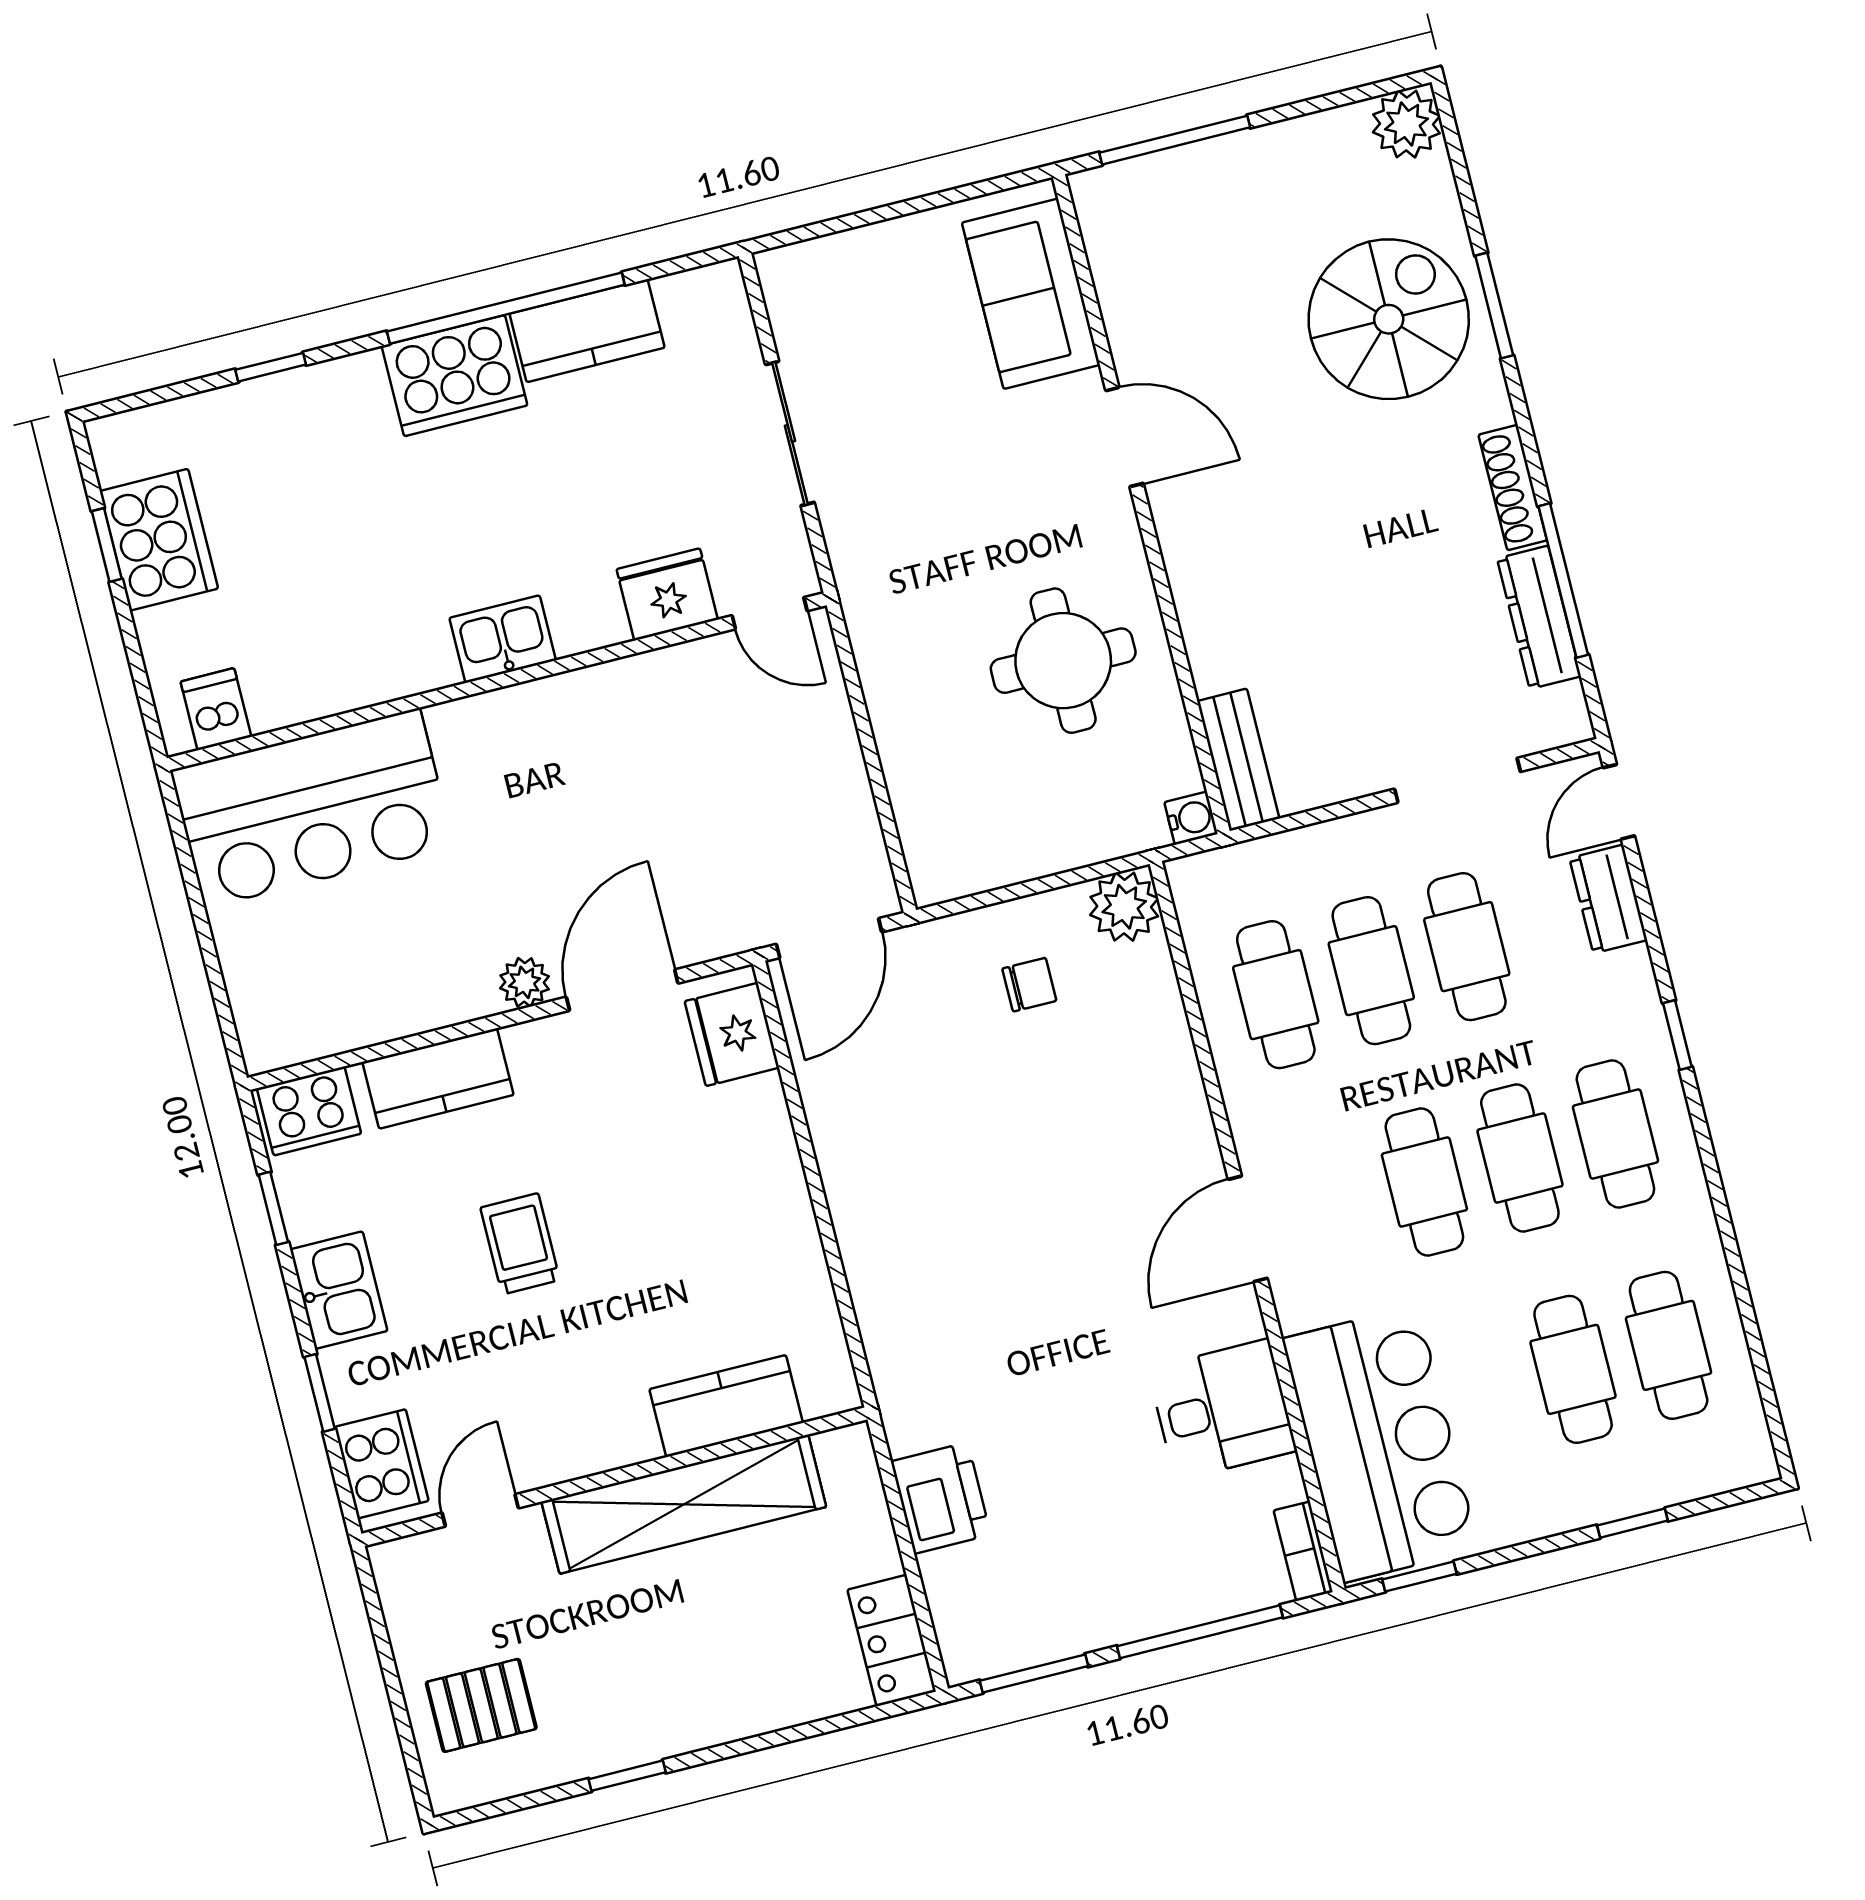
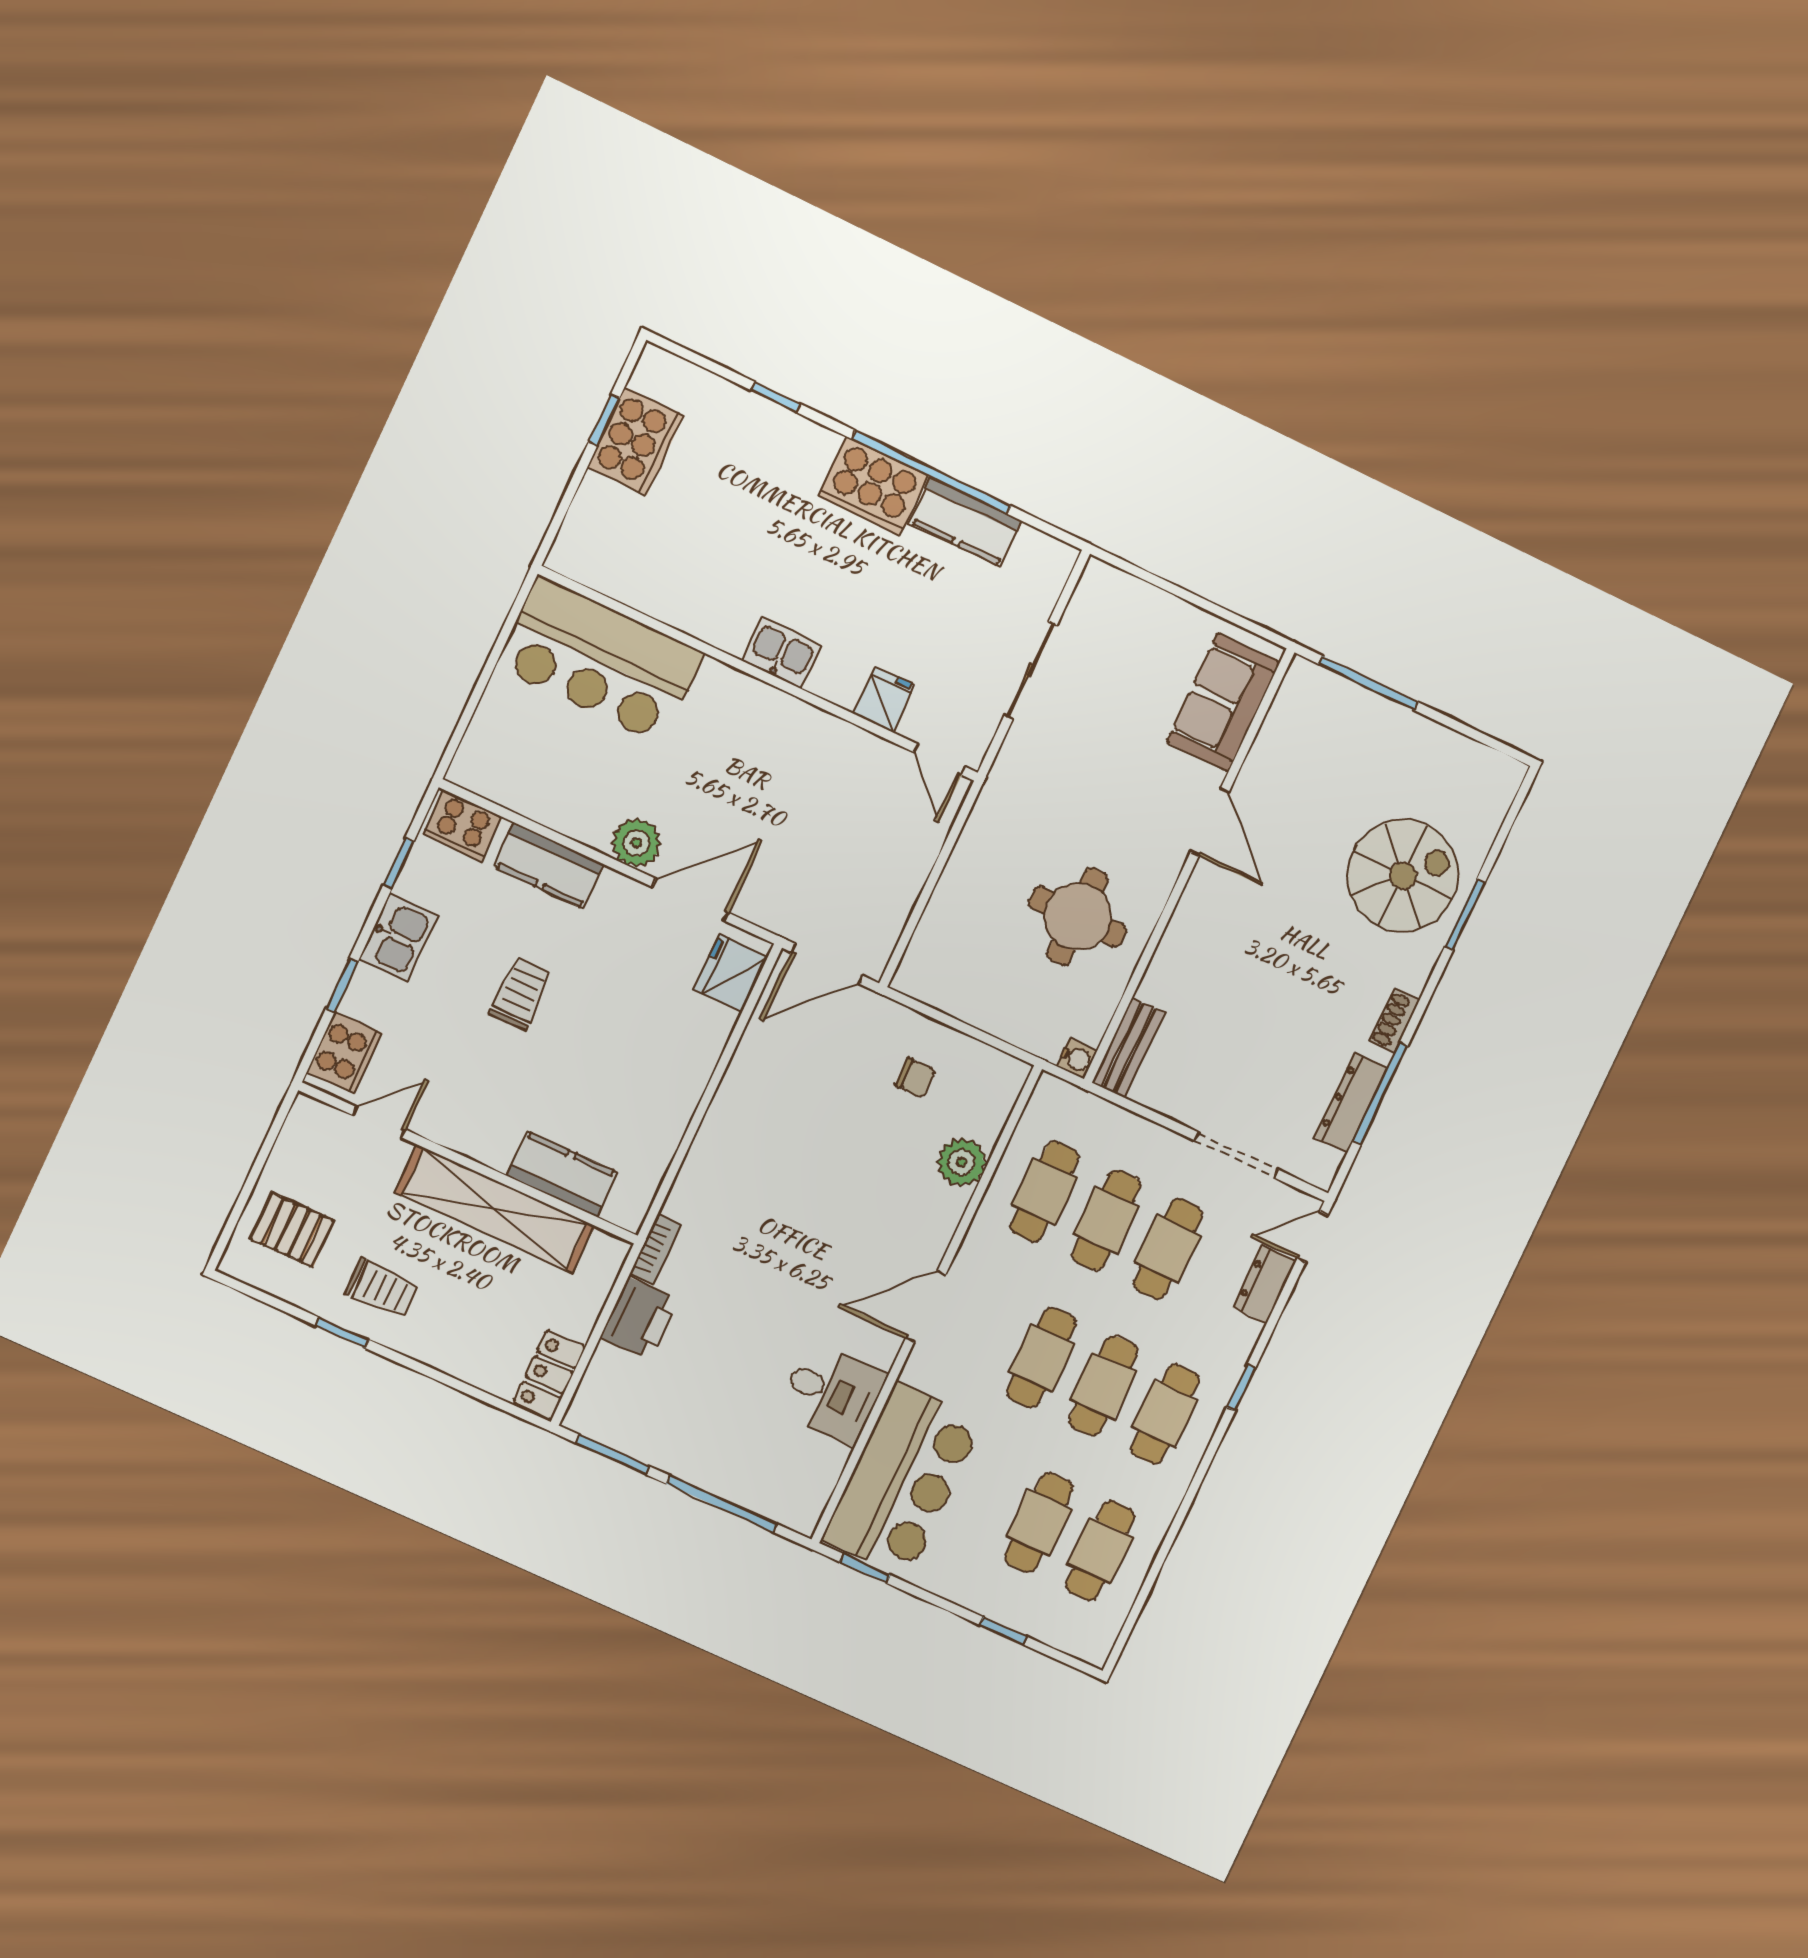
plant: (1406, 124) -> (1498, 778), removed
shoe rack: (1513, 488) -> (1394, 1021), width x0.70
fridge: (667, 594) -> (884, 699), width x0.72
dishwasher: (216, 709) -> (591, 561), removed
plant: (1124, 907) -> (962, 1162), moved
plant: (525, 982) -> (637, 843), width x1.38, depth x1.38
bookcase: (1303, 1551) -> (656, 1249), moved, turned 180
trolley: (630, 1692) -> (381, 1288), added

